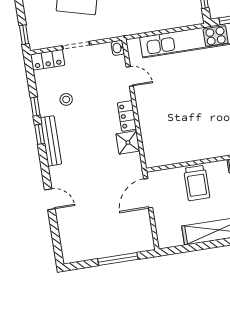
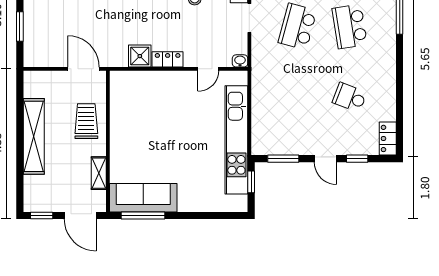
trolley: (197, 183) -> (86, 121), turned 90
window: (118, 259) -> (20, 27), width x0.69

